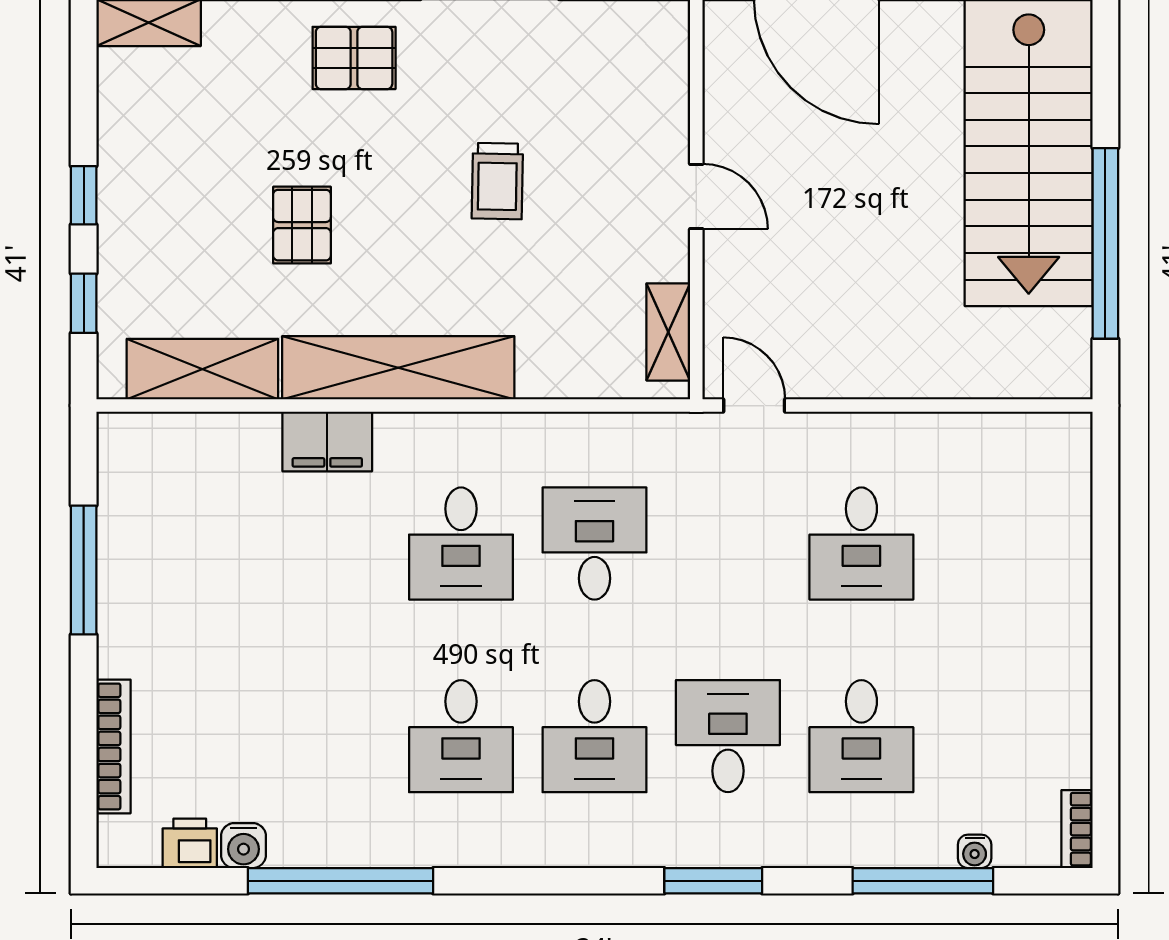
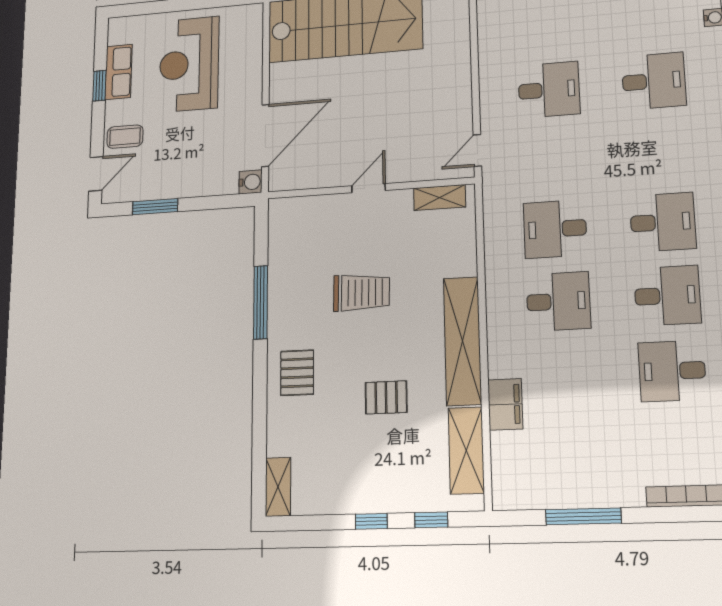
trolley: (497, 181) -> (361, 293), width x1.36, depth x1.39
filing cabinet: (327, 441) -> (505, 404), moved
desk: (728, 736) -> (672, 371), moved

